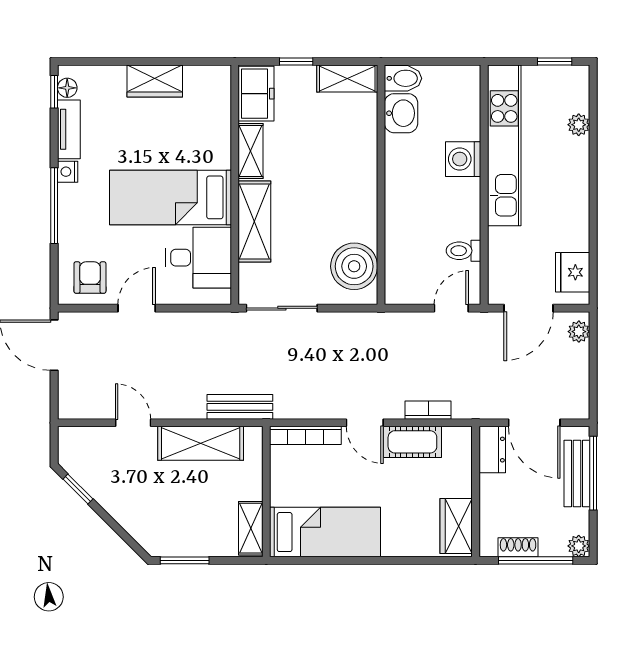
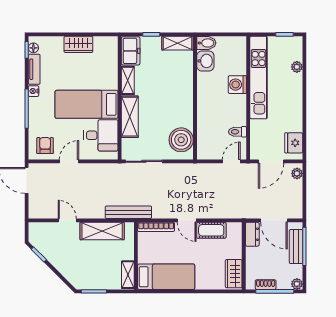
bench: (240, 407) -> (128, 212), width x1.36
bookcase: (428, 410) -> (219, 214), removed

